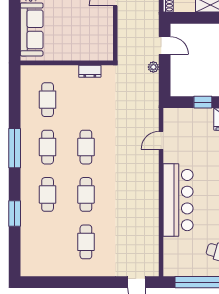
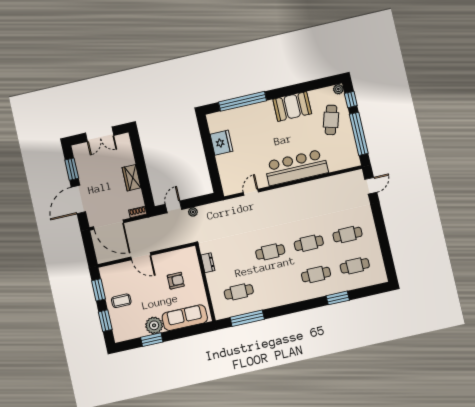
armchair: (77, 29) -> (176, 281), added
window: (203, 102) -> (212, 165), removed
door: (161, 140) -> (251, 192), swing flipped
cafe table: (48, 147) -> (355, 266), moved
window: (15, 148) -> (247, 318), moved

